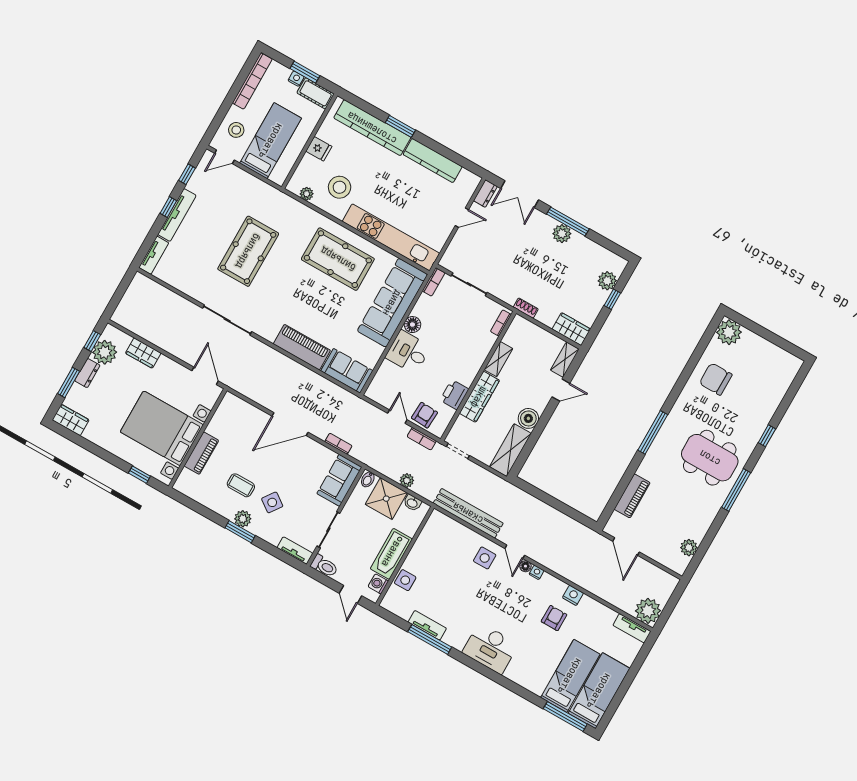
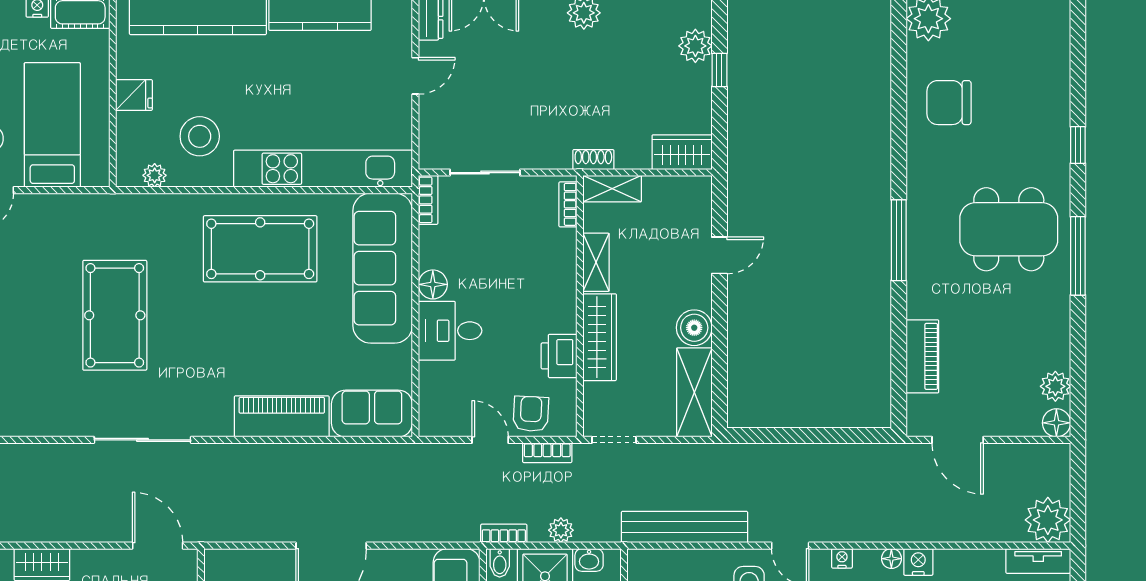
shelving: (565, 360) -> (612, 189), moved, turned 90
bookcase: (338, 444) -> (504, 533), moved
floor lamp: (525, 566) -> (891, 559), moved
floor lamp: (679, 566) -> (1056, 423), added

